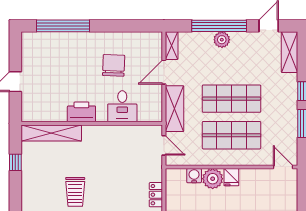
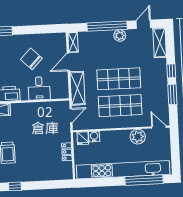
plant: (222, 40) -> (120, 36), moved
chair: (114, 65) -> (31, 59), turned -48
door: (164, 145) -> (71, 116), hinge flipped
fridge: (231, 177) -> (83, 138), moved
plant: (213, 179) -> (138, 137), moved

